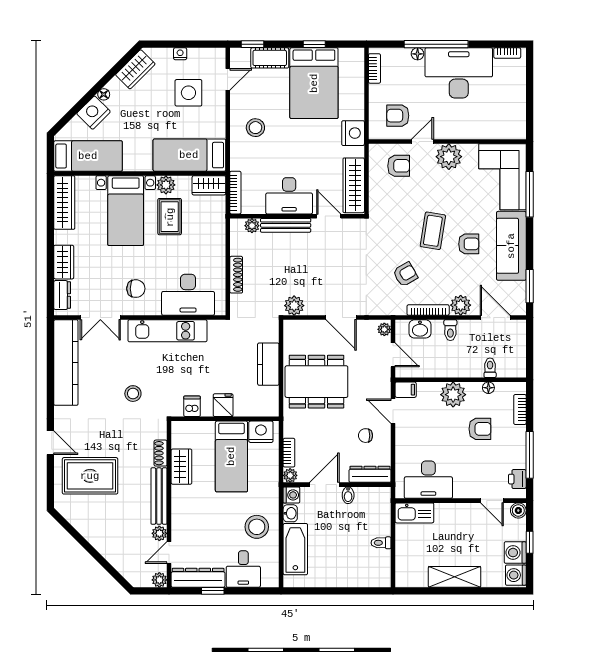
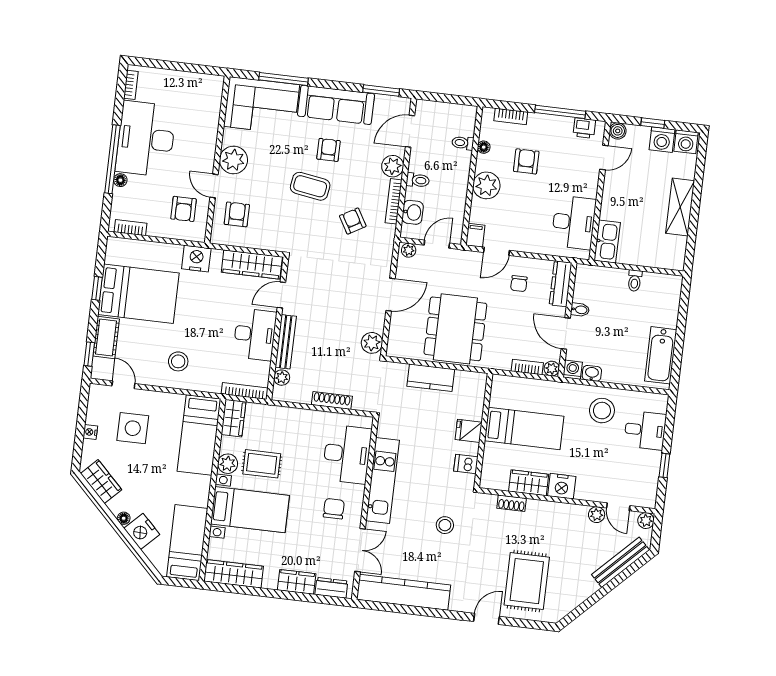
nightstand: (261, 432) -> (562, 486), moved, turned -90
bench: (159, 496) -> (620, 562), moved, turned -45
bathtub: (295, 549) -> (661, 355), moved, turned -90
dresser: (198, 578) -> (649, 479), removed

